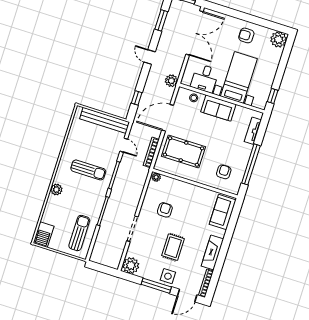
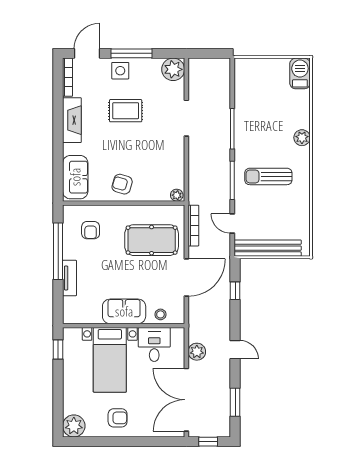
plant: (171, 81) -> (197, 352), moved
tv unit: (253, 131) -> (69, 278), moved
armchair: (165, 210) -> (122, 184), moved, turned 106
sun lounger: (79, 233) -> (254, 90), removed
rug: (173, 247) -> (126, 111), turned 90

